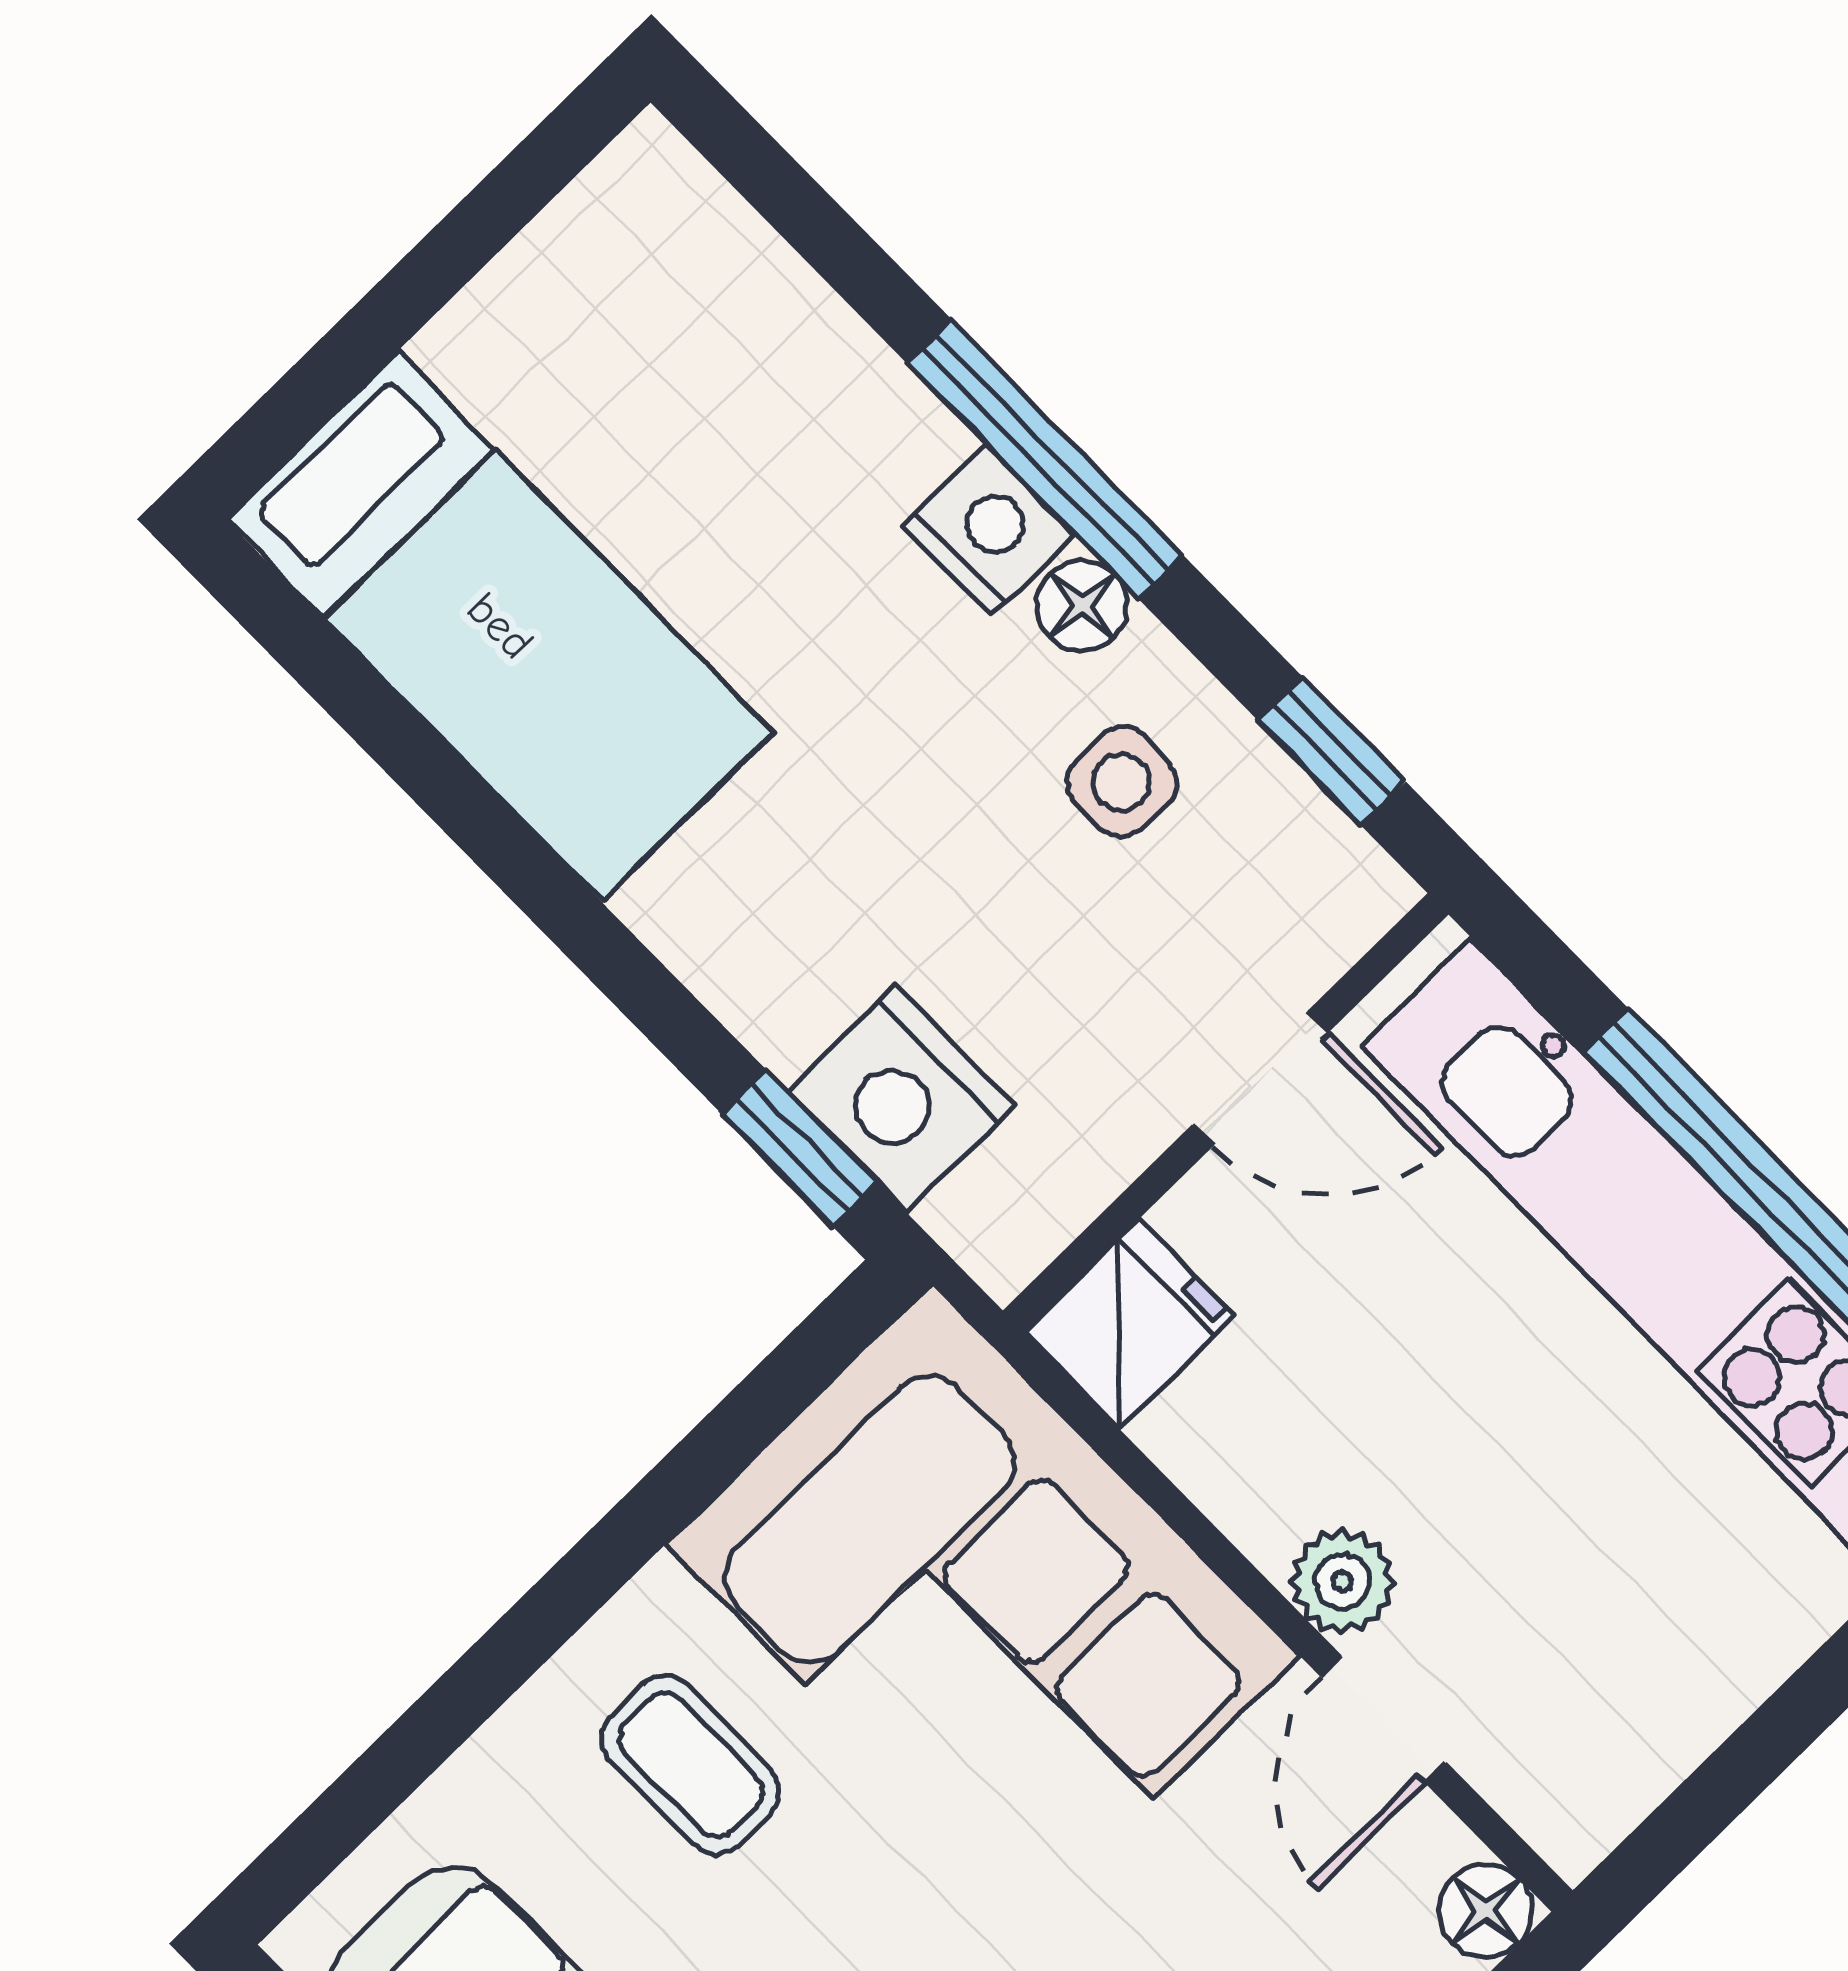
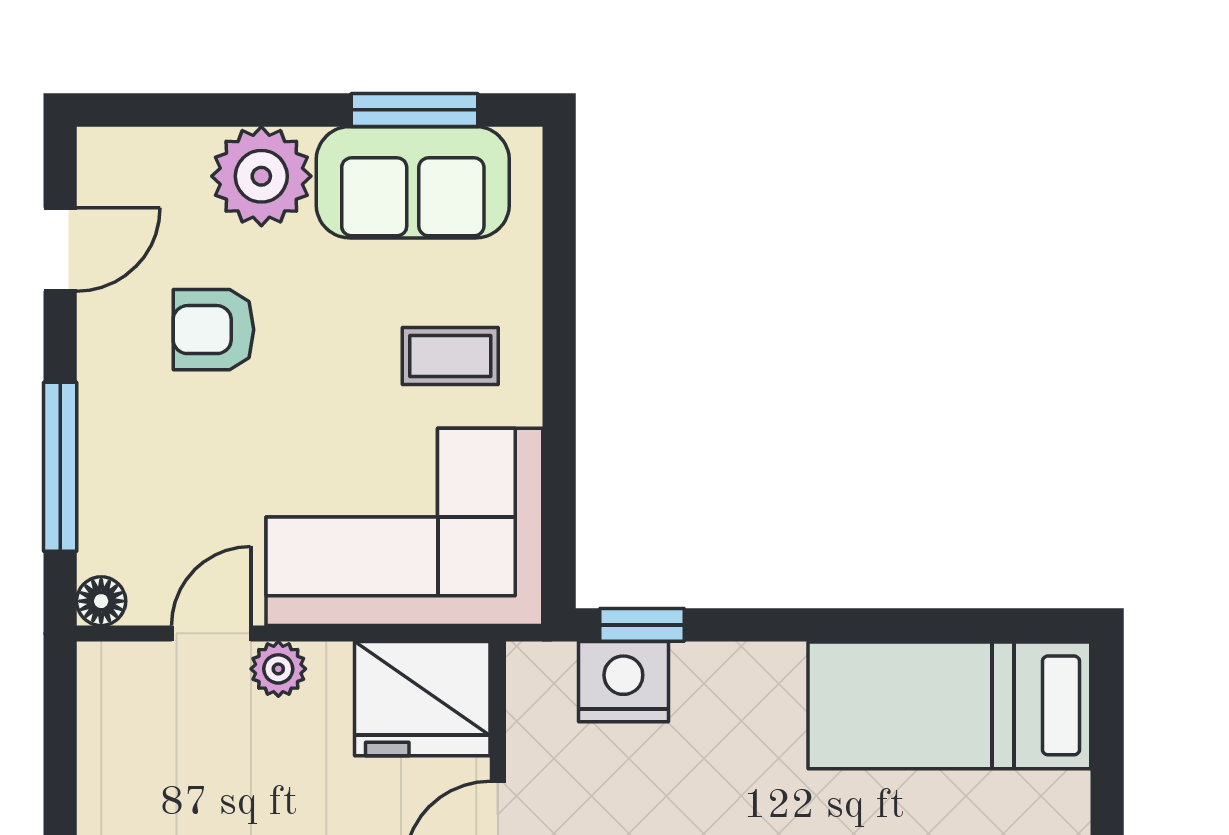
fridge: (1129, 1324) -> (422, 699), width x1.88, depth x1.34
door: (1383, 1719) -> (211, 633), hinge flipped

